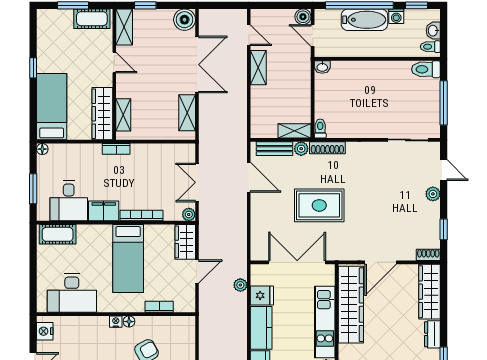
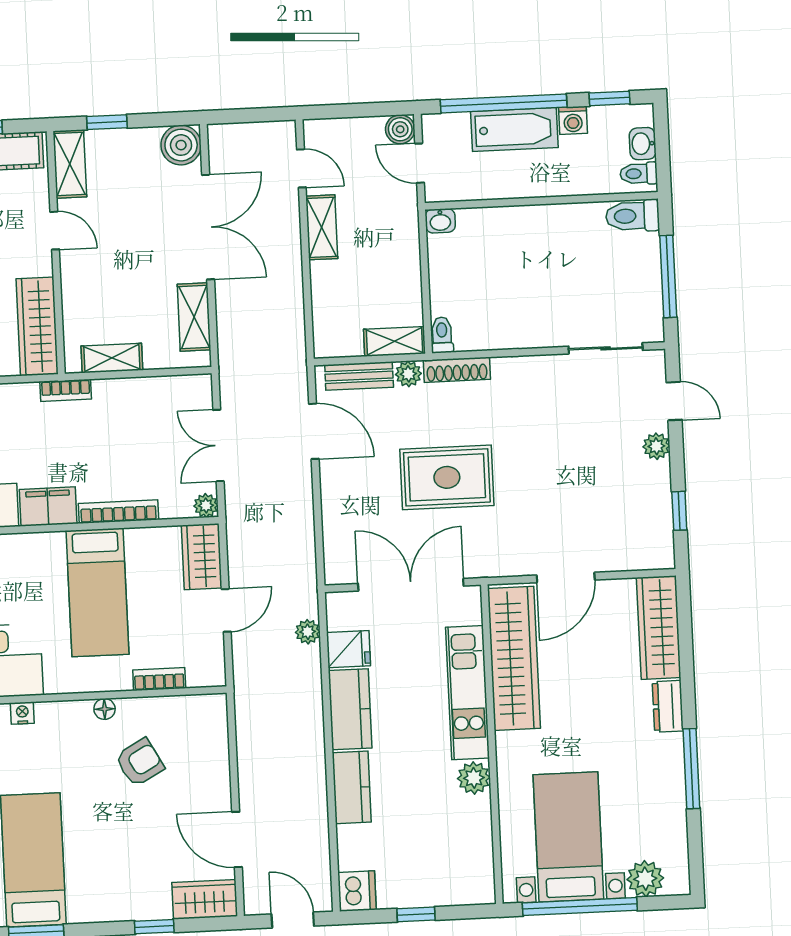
shelving: (123, 115) -> (112, 358), moved, turned 90
shoe rack: (428, 255) -> (653, 559), removed
nightstand: (116, 322) -> (22, 713), moved

